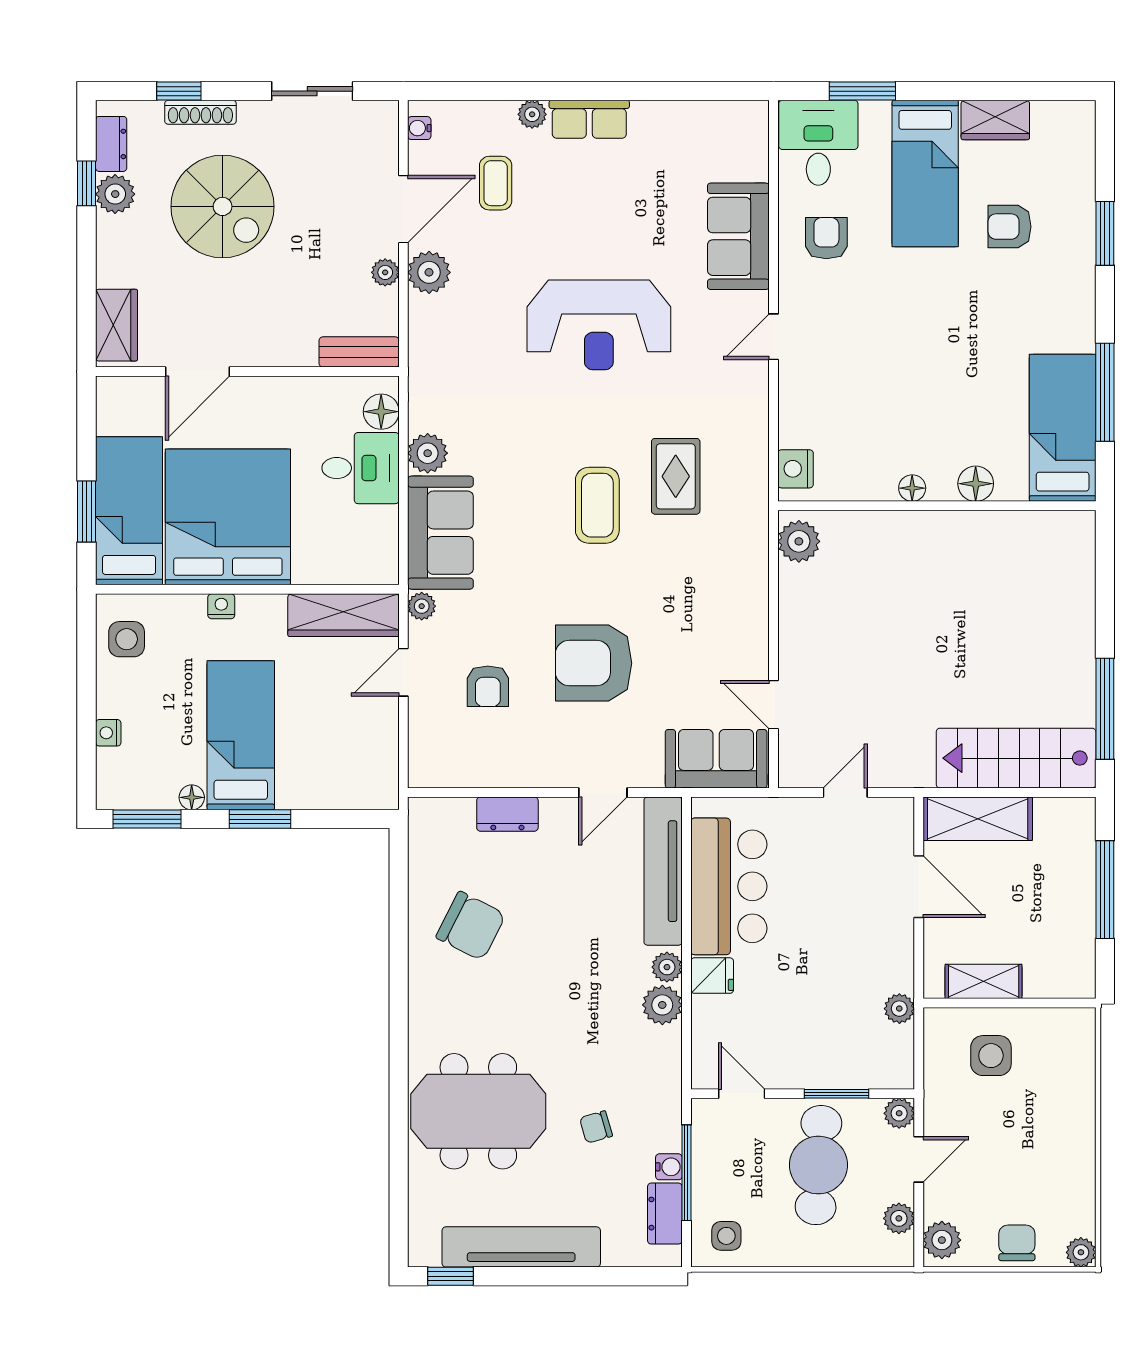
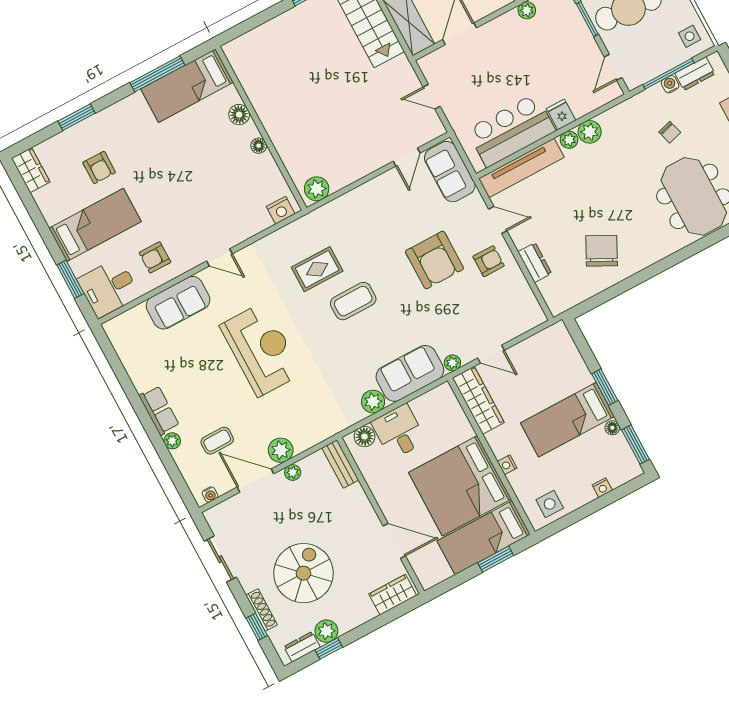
wardrobe: (995, 120) -> (31, 170), moved
armchair: (488, 686) -> (489, 261), moved

